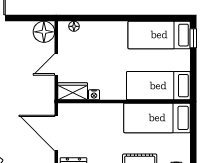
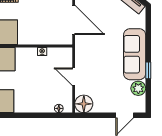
door: (56, 64) -> (74, 77), swing flipped
wardrobe: (73, 91) -> (60, 54), removed

